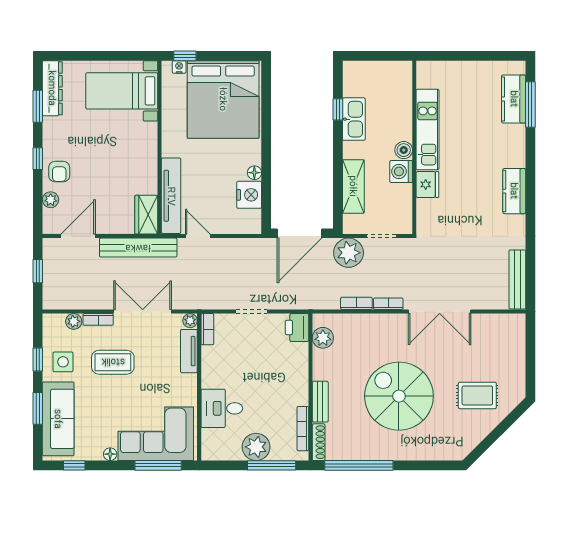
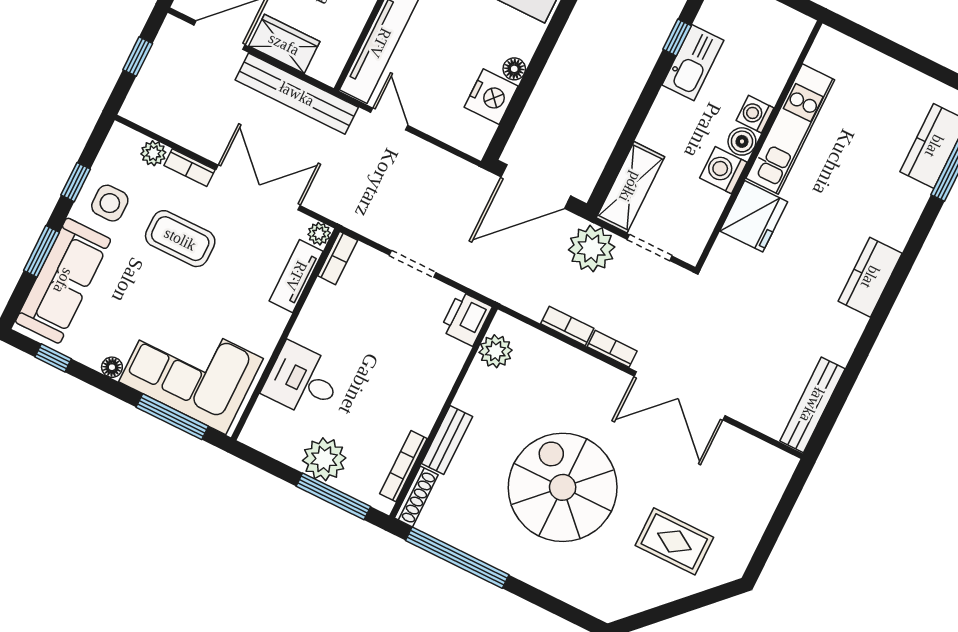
washing machine: (403, 131) -> (755, 114), added
fridge: (427, 184) -> (754, 216), width x1.36, depth x1.34
shelving: (353, 186) -> (630, 187), moved
wardrobe: (146, 215) -> (284, 44), moved, turned 90

